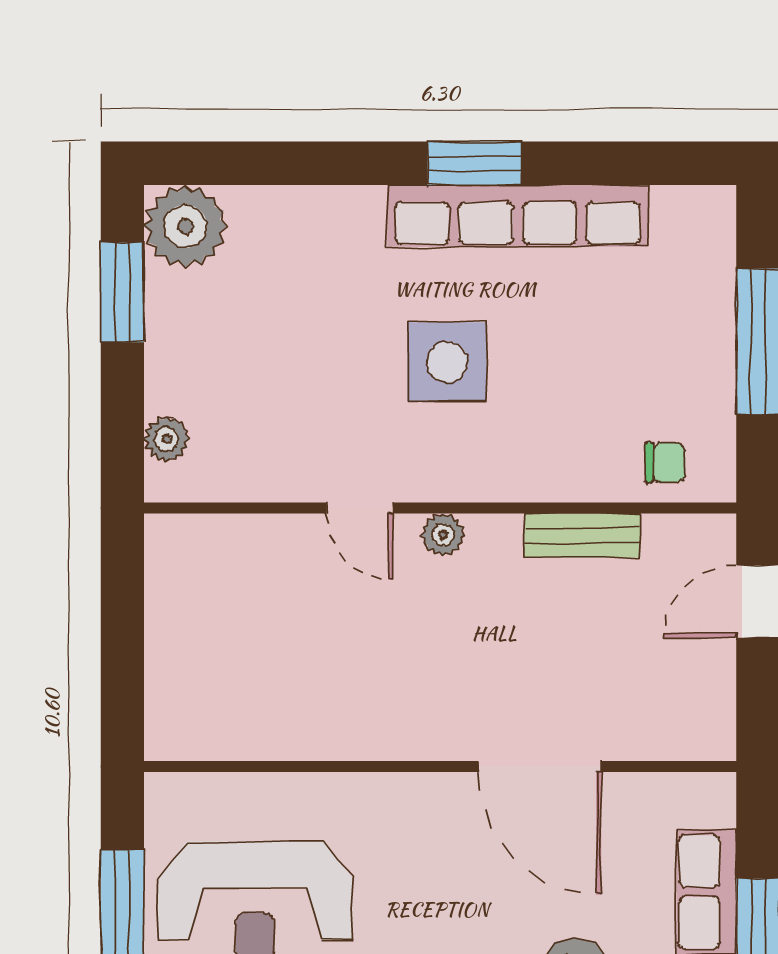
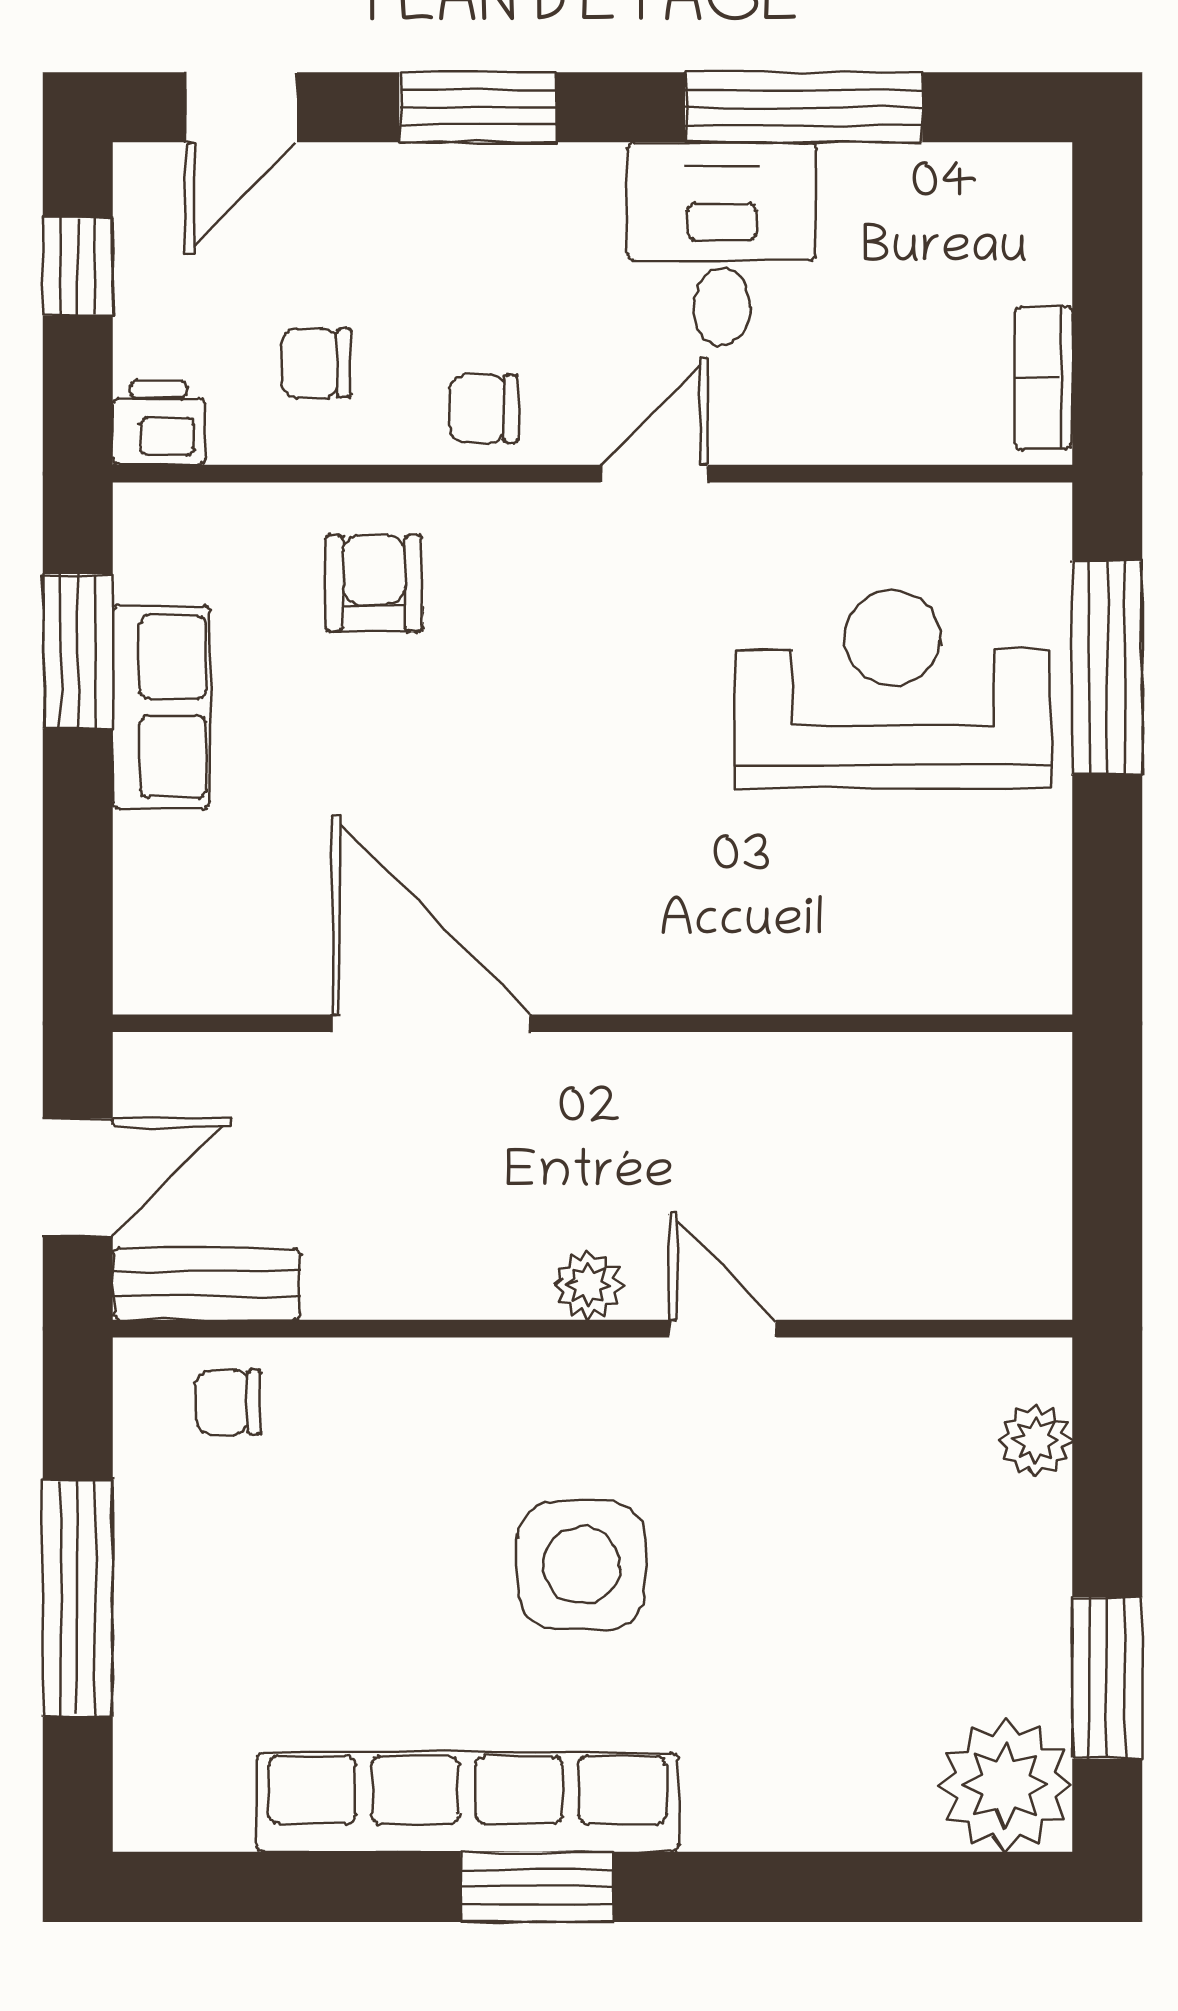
bench: (582, 536) -> (206, 1284), moved
wall: (440, 767) -> (592, 1023), moved
door: (540, 767) -> (431, 1023), moved

